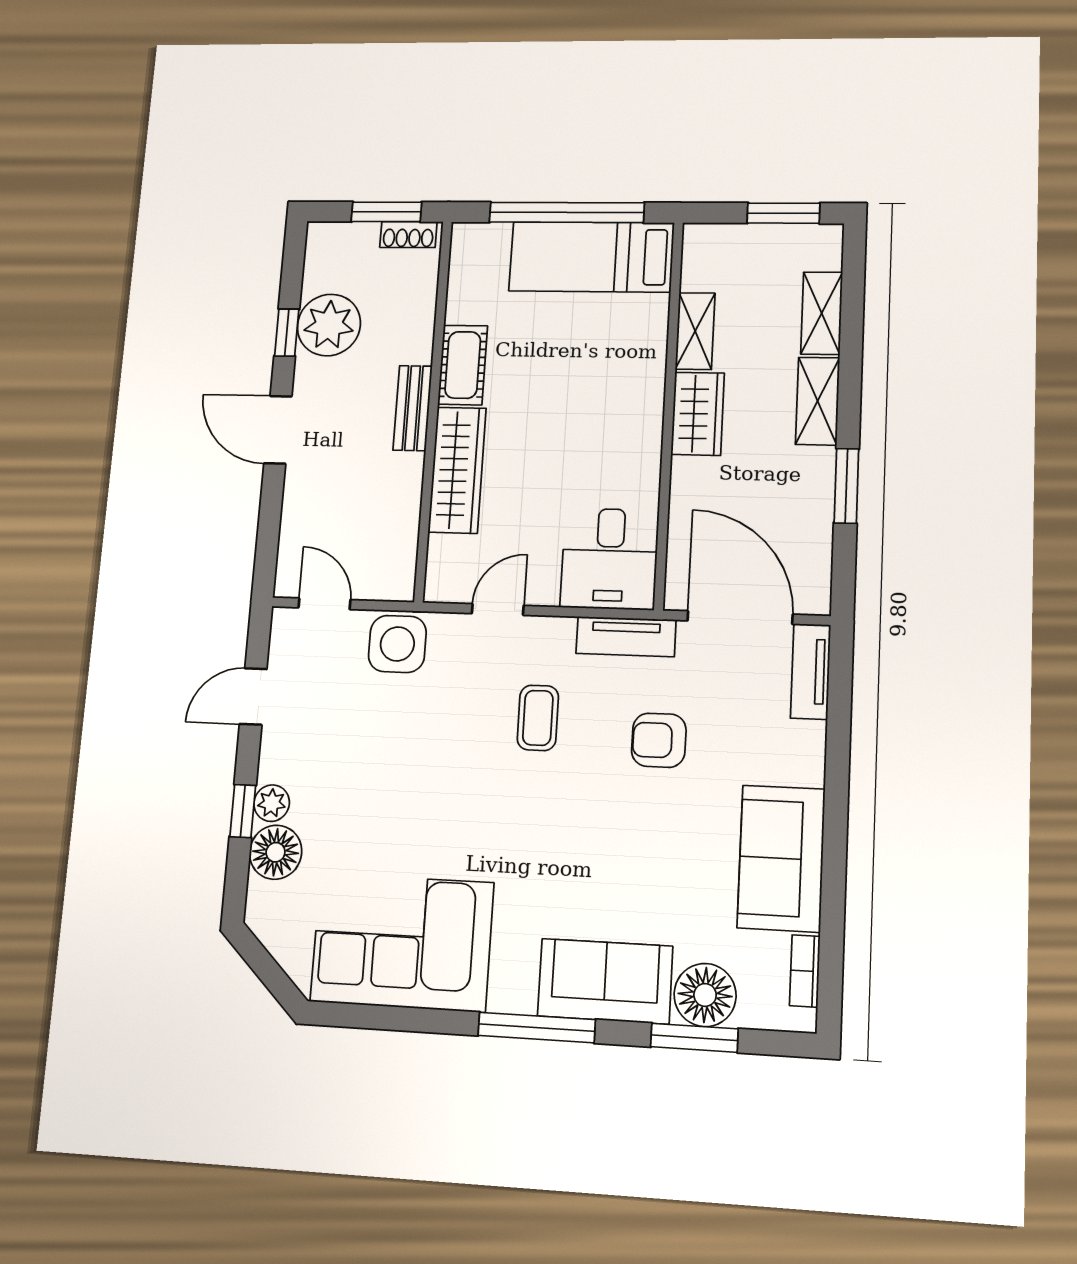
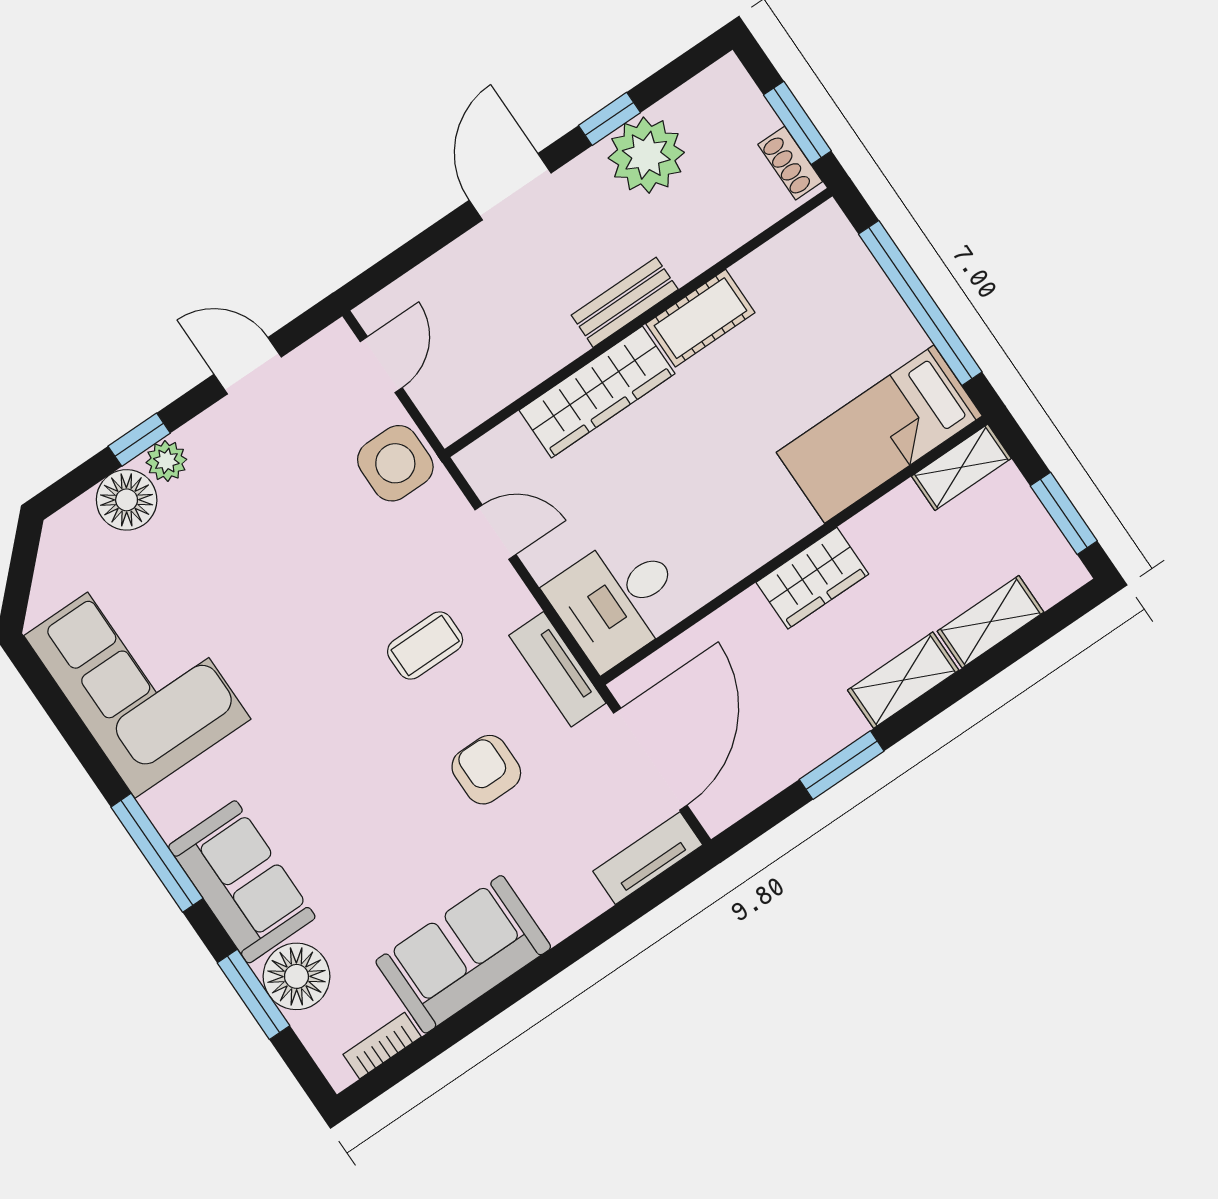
bed: (591, 257) -> (879, 434), moved, turned -90
shelving: (695, 331) -> (961, 467), moved

